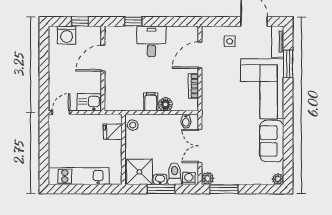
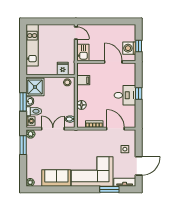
window: (133, 21) -> (139, 94), moved
washing machine: (67, 35) -> (129, 48), moved
filing cabinet: (151, 102) -> (83, 80), moved

